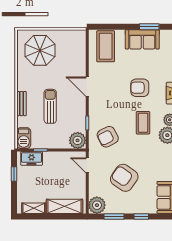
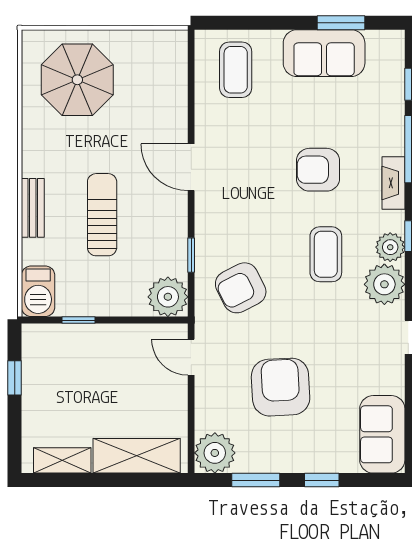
coffee table: (106, 46) -> (236, 70), width x0.73, depth x0.76
freezer: (32, 158) -> (57, 340), removed
armchair: (124, 178) -> (281, 387), turned 52

